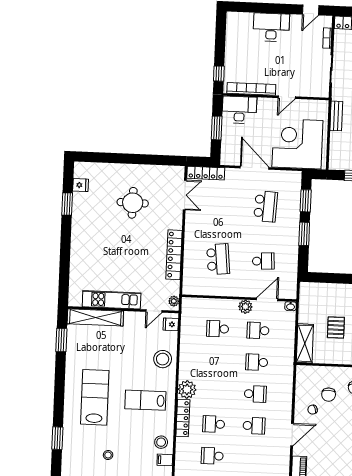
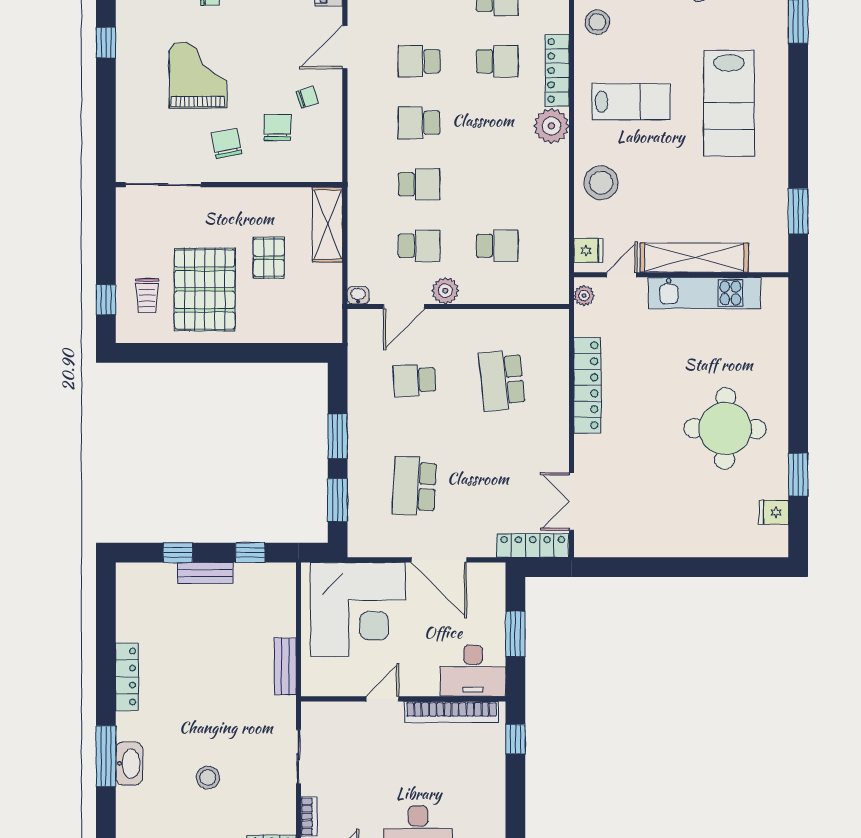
round table: (133, 203) -> (725, 429), moved, width x1.36, depth x1.36
shelving: (95, 317) -> (694, 258), moved

